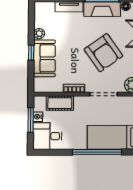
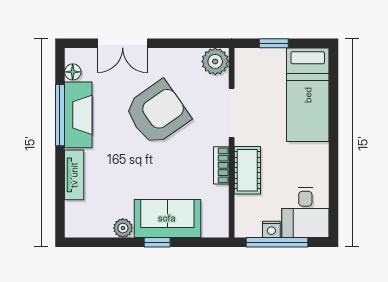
cot: (60, 103) -> (247, 170), moved
window: (31, 120) -> (277, 242), width x1.44
window: (97, 152) -> (333, 125), removed

